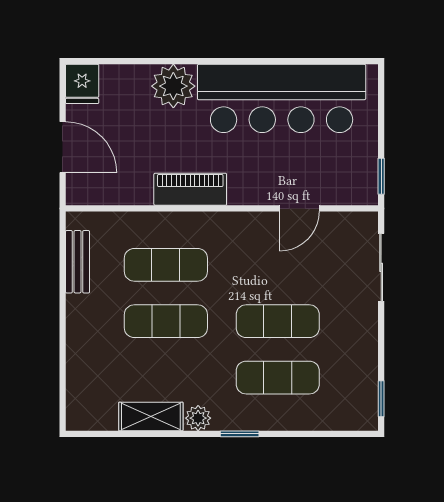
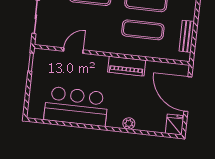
plant: (173, 86) -> (129, 124), width x0.53, depth x0.53
bar counter: (282, 98) -> (76, 106), width x0.73
door: (63, 147) -> (188, 94), width x1.36

